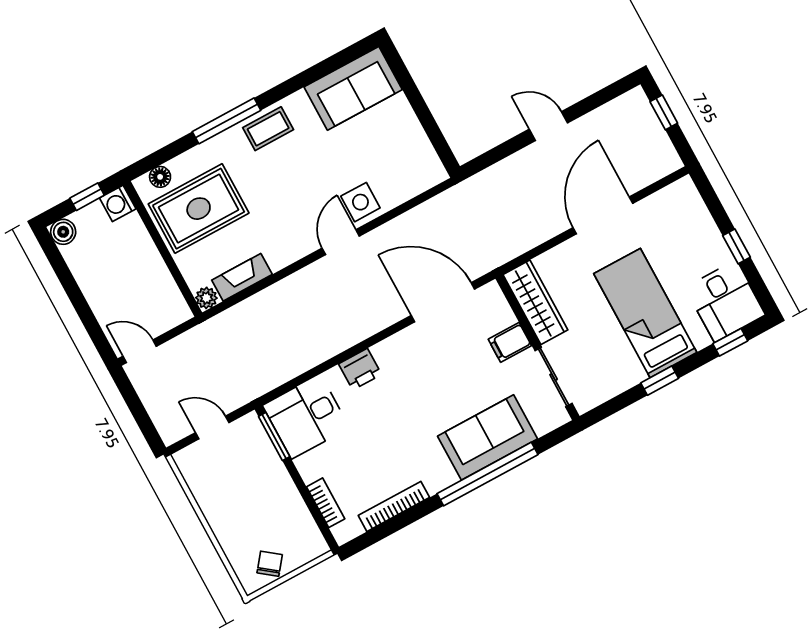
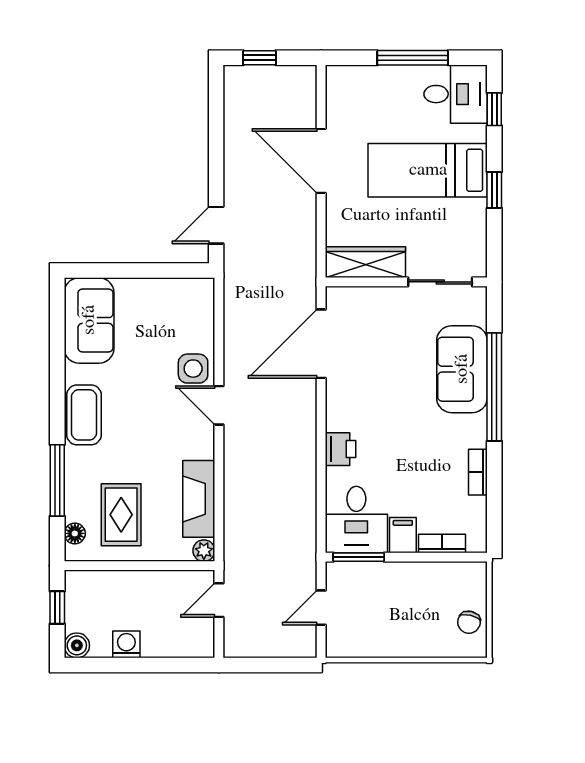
window: (227, 121) -> (57, 480), moved
door: (548, 126) -> (216, 225), moved
coffee table: (268, 129) -> (84, 415), width x1.36, depth x1.30
washing machine: (118, 203) -> (126, 644), moved, turned 180
rug: (199, 209) -> (121, 515), width x0.73, depth x0.70
window: (736, 246) -> (413, 58), width x2.17
fireplace: (242, 277) -> (199, 499), width x1.37, depth x1.32
filing cabinet: (510, 342) -> (403, 535), moved, turned 180
door: (140, 351) -> (219, 600), moved
bookcase: (394, 506) -> (478, 472), width x0.64
chair: (270, 564) -> (469, 622), turned -115

